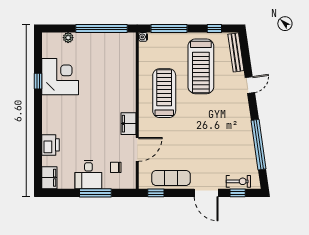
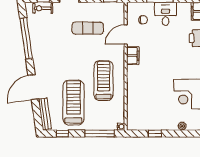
window: (101, 29) -> (155, 133), width x0.32
door: (250, 85) -> (33, 87), width x1.88
treadmill: (164, 93) -> (104, 81), turned 180
exercise mat: (171, 178) -> (88, 28), moved

